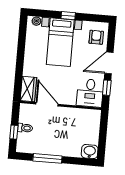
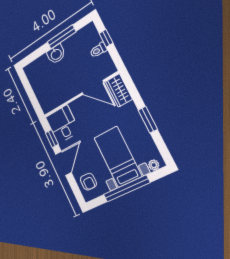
window: (68, 16) -> (126, 189), width x3.17
window: (20, 55) -> (148, 120), added
washbasin: (90, 152) -> (56, 54), moved

